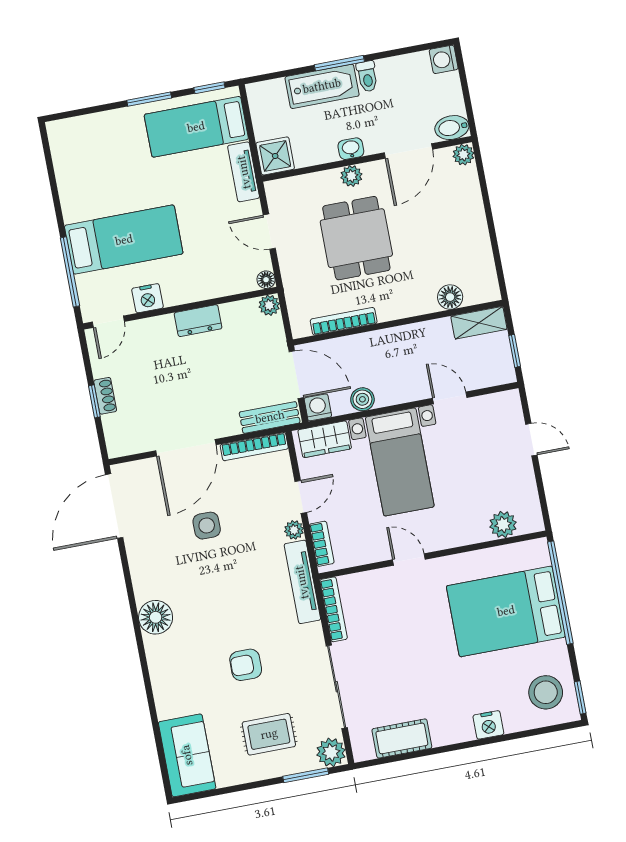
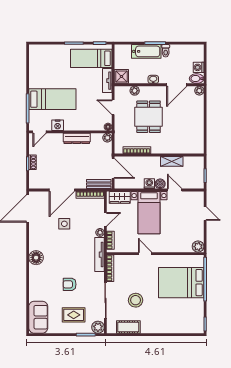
washing machine: (444, 59) -> (199, 67), moved
plant: (351, 176) -> (135, 91), moved
floor lamp: (450, 297) -> (183, 148), removed
dresser: (198, 321) -> (77, 138), width x1.44
shelving: (479, 323) -> (172, 161), moved
boiler: (362, 399) -> (160, 184), moved
washing machine: (318, 407) -> (149, 184), moved
plant: (503, 525) -> (198, 247), moved
stool: (546, 692) -> (136, 300), moved
nightstand: (488, 725) -> (165, 328), removed

